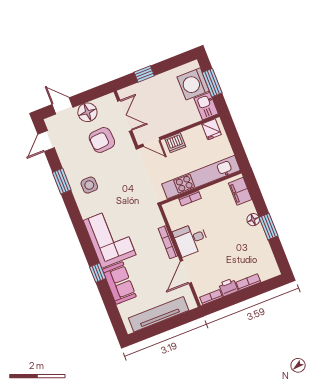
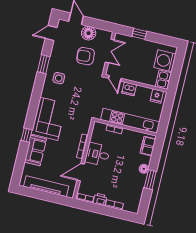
window: (212, 83) -> (177, 68), removed

